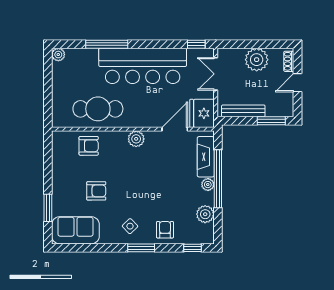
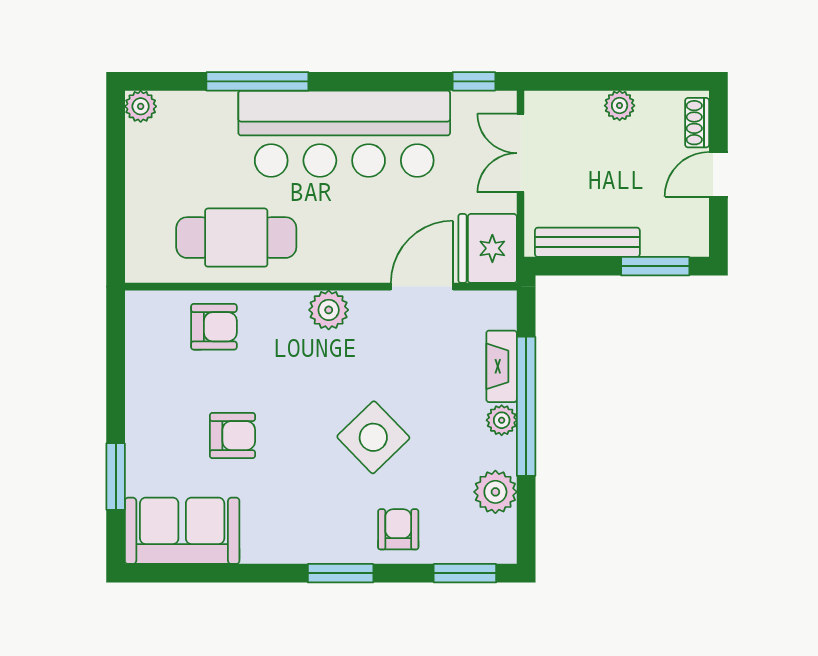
plant: (257, 60) -> (620, 106), width x0.53, depth x0.53
fireplace: (206, 157) -> (502, 366), width x0.73, depth x0.76
side table: (130, 226) -> (373, 437), moved, width x1.87, depth x1.87
window: (193, 248) -> (465, 573), width x1.50

